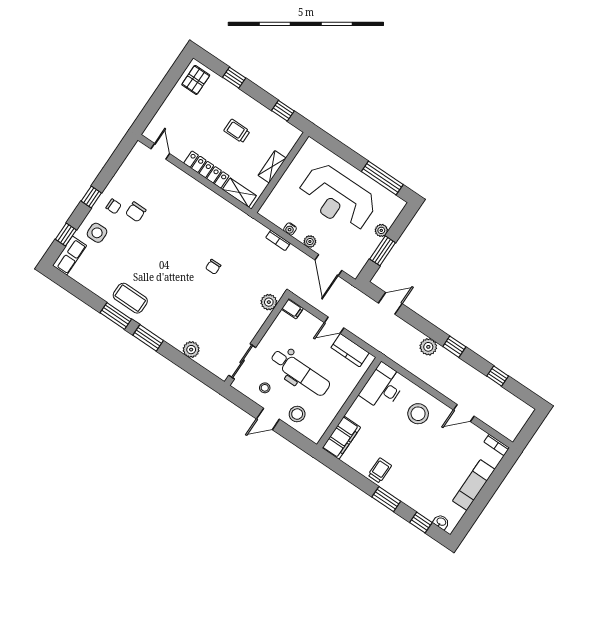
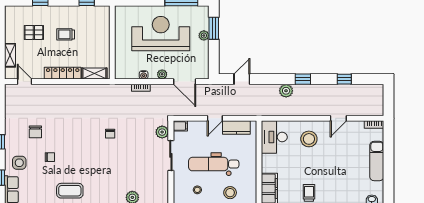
pallet: (196, 80) -> (34, 32), moved, turned 90
shelving: (272, 167) -> (10, 55), moved
reception desk: (337, 198) -> (161, 34), turned 180
chair: (114, 206) -> (50, 157), moved
window: (383, 251) -> (214, 28), moved
sliding door: (242, 361) -> (171, 155), moved
dental chair: (300, 372) -> (214, 164), turned 180

